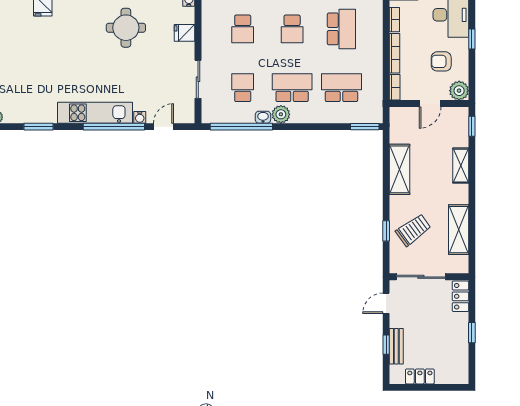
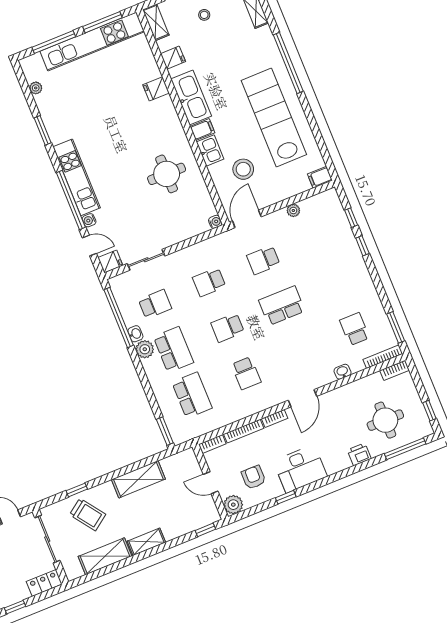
school desk: (341, 29) -> (246, 373), width x0.54
fridge: (185, 33) -> (110, 262), moved, turned 90
shelving: (461, 166) -> (146, 542), moved

